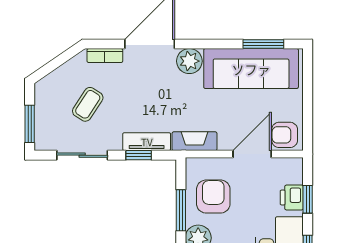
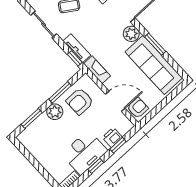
window: (263, 44) -> (155, 44), moved
armchair: (285, 135) -> (138, 108), turned 90
window: (139, 155) -> (75, 58), moved
armchair: (213, 197) -> (80, 101), turned 180

